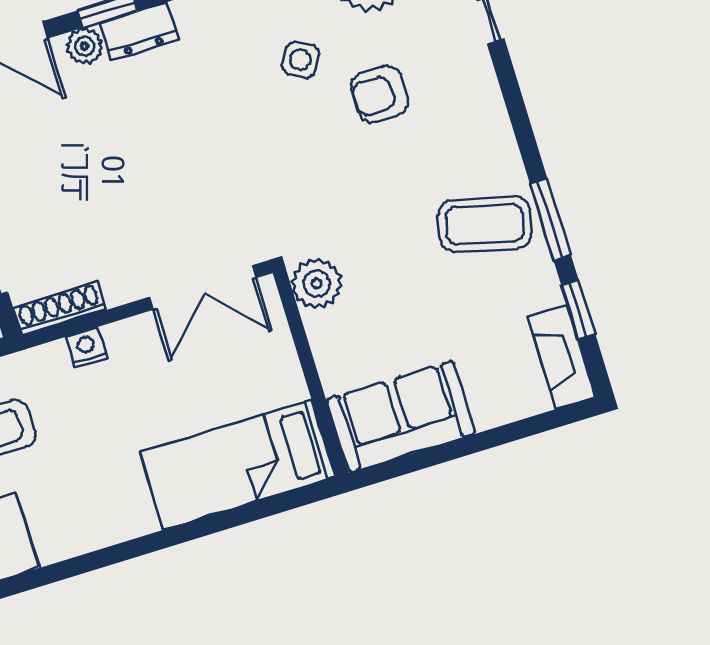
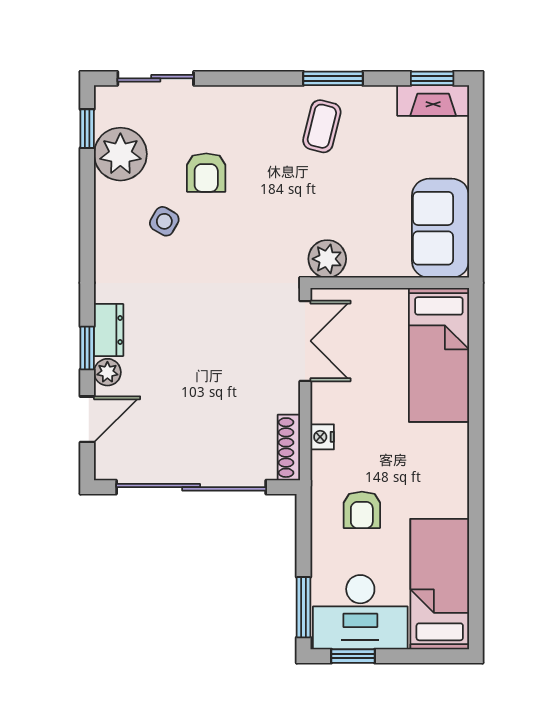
coffee table: (485, 224) -> (322, 126), width x0.73, depth x0.77
window: (578, 310) -> (432, 78), moved

